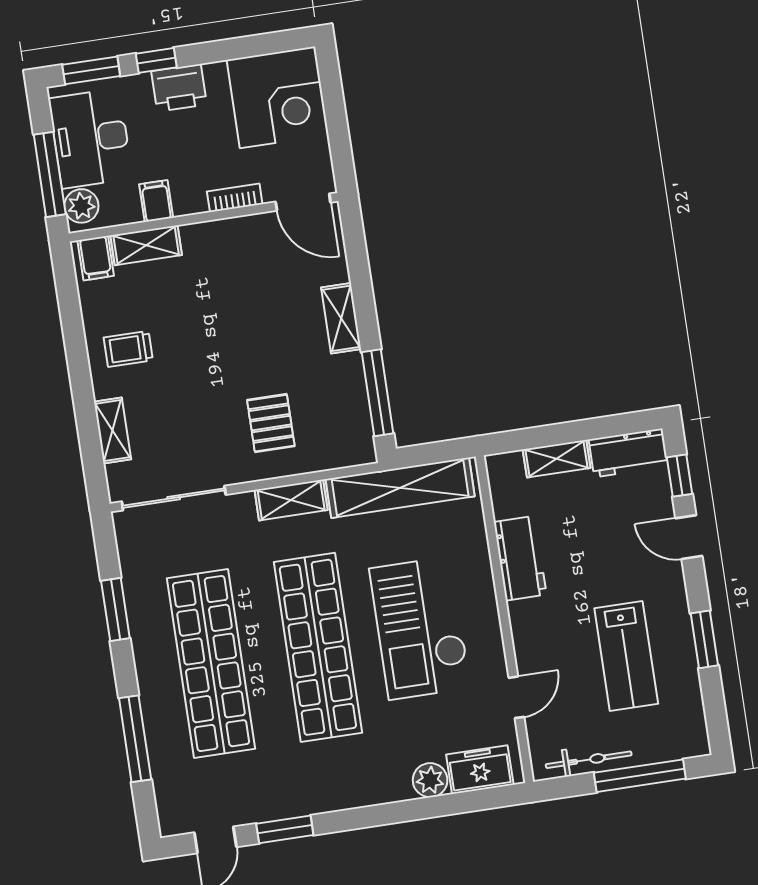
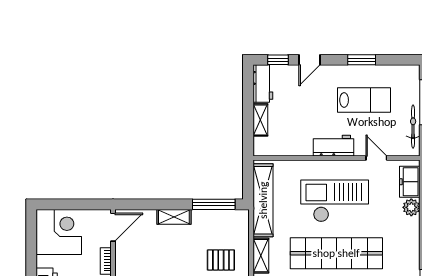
workbench: (520, 558) -> (334, 146), moved
checkout: (420, 628) -> (335, 201), turned 180

